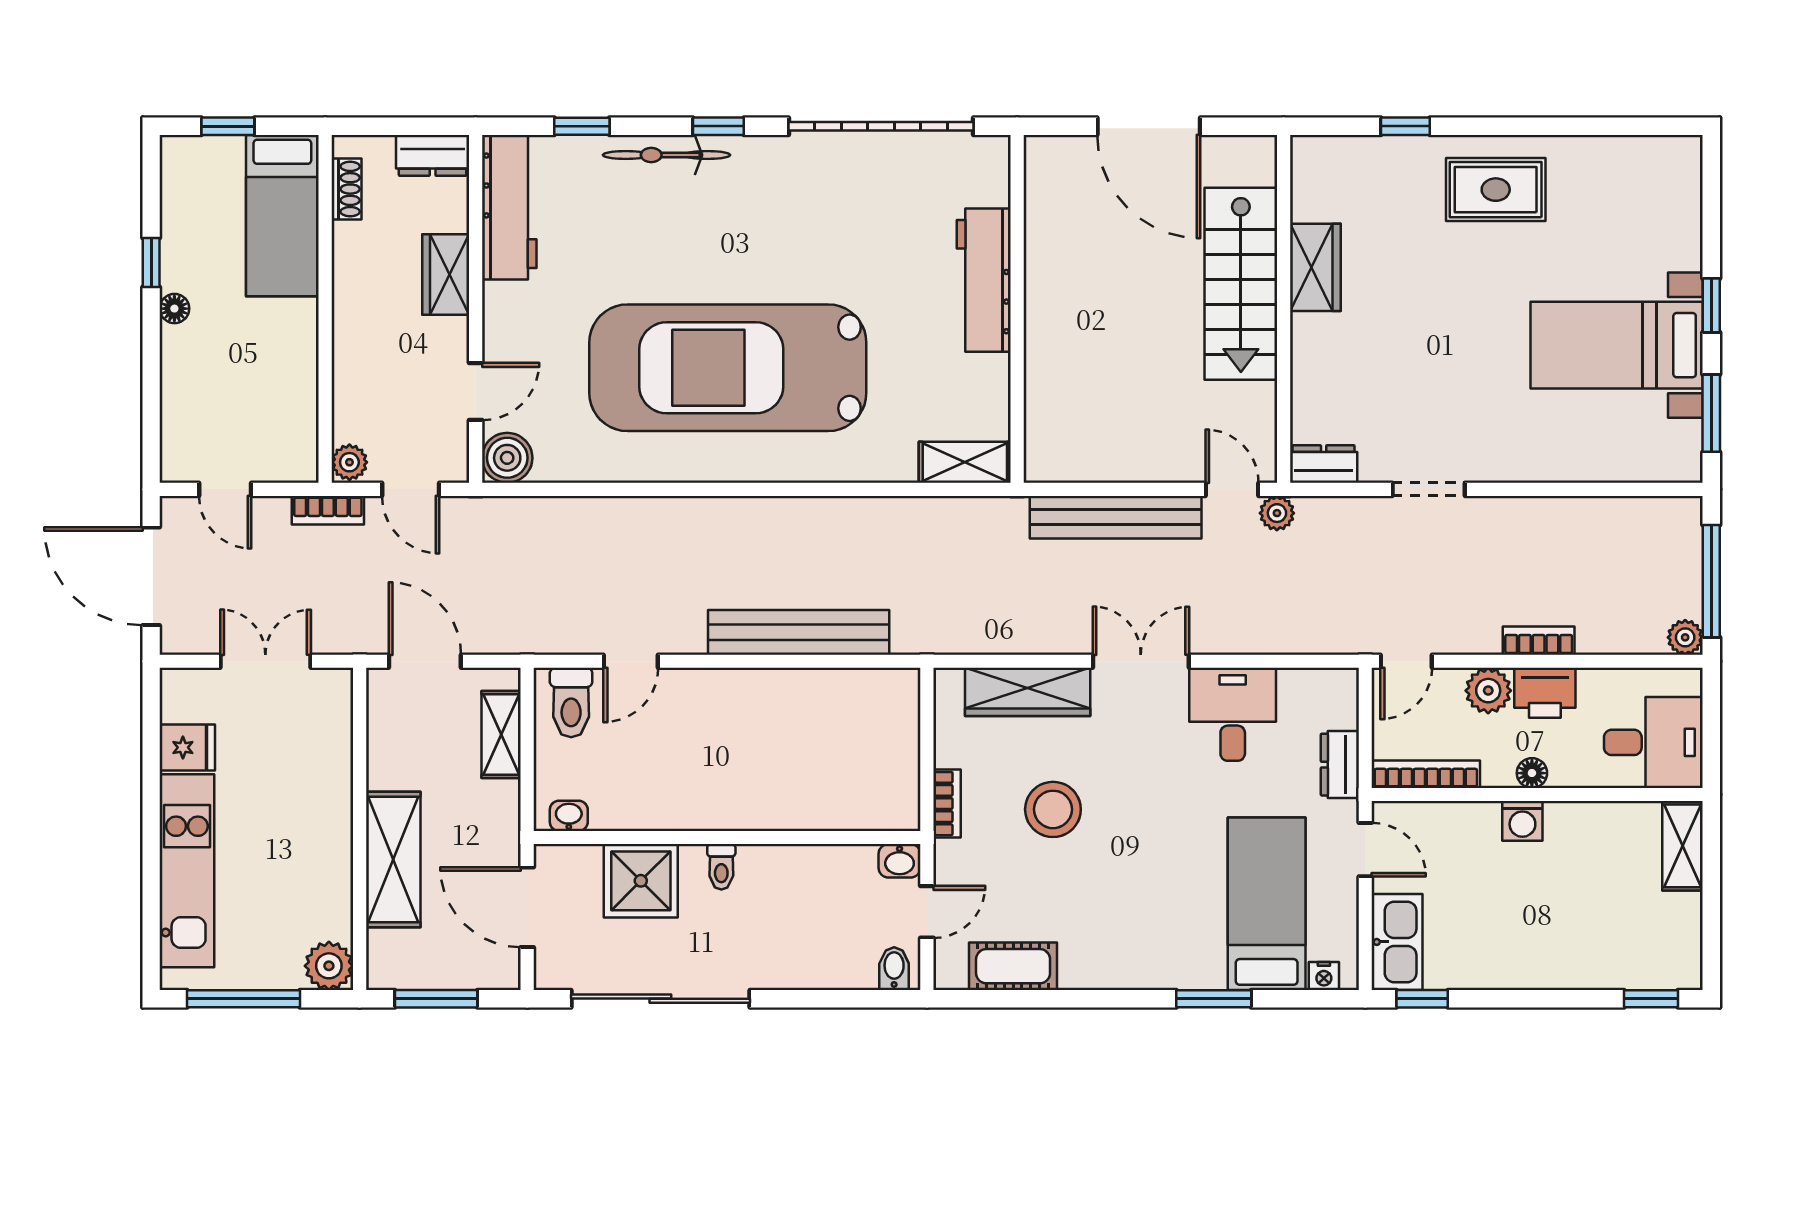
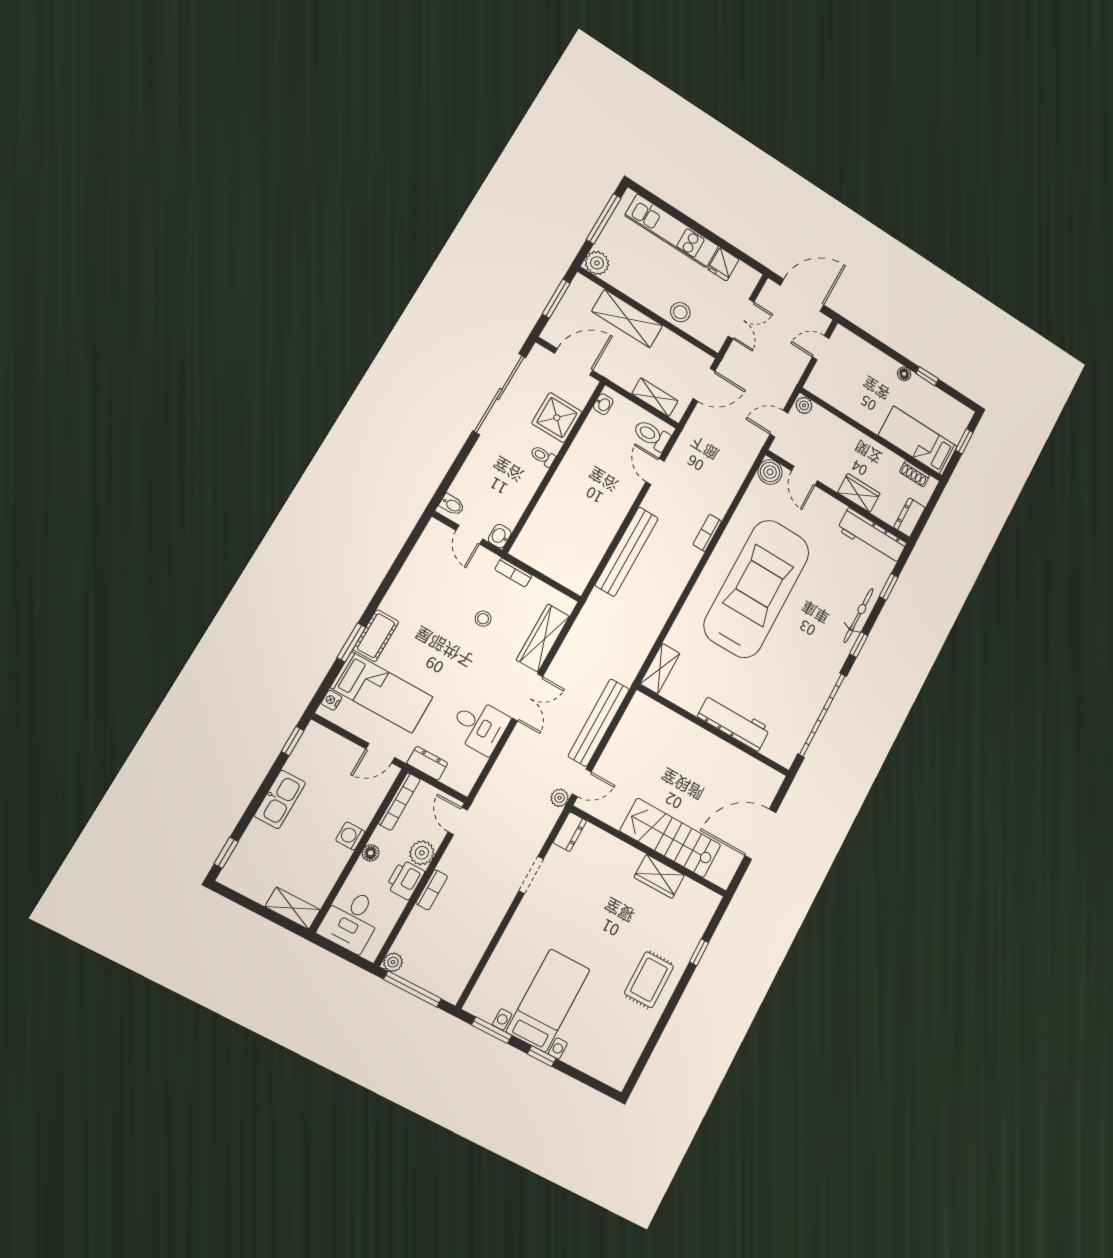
bookcase: (328, 510) -> (707, 533), moved
stool: (323, 775) -> (680, 312), added
stool: (1053, 809) -> (483, 619), width x0.53, depth x0.53
kitchen sink: (1397, 942) -> (280, 799), moved, turned -90
cot: (1013, 966) -> (376, 636), moved

